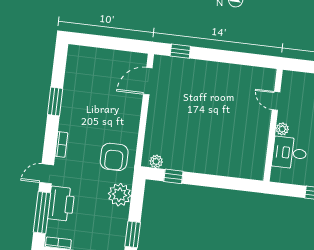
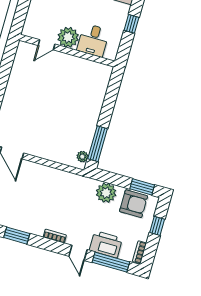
plant: (282, 129) -> (68, 37), width x1.88, depth x1.88
armchair: (114, 157) -> (134, 204), moved
window: (173, 176) -> (98, 144), width x2.17

